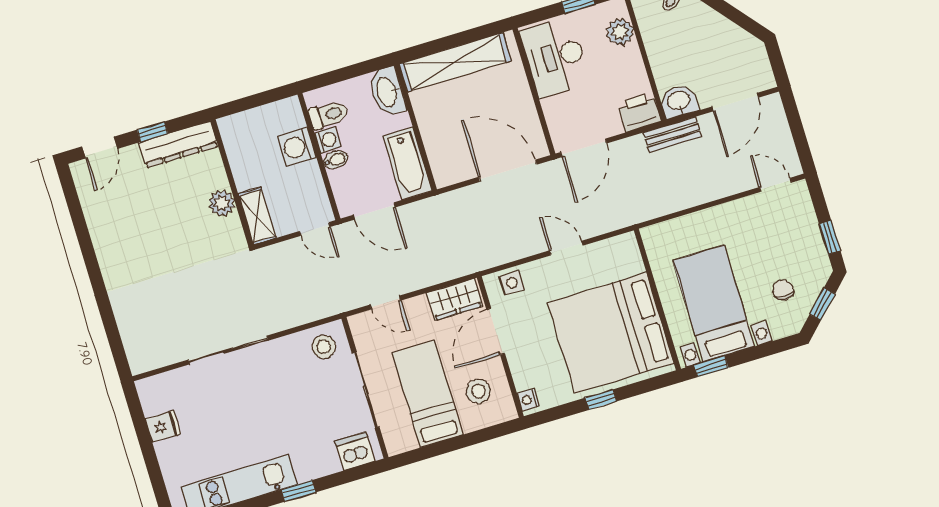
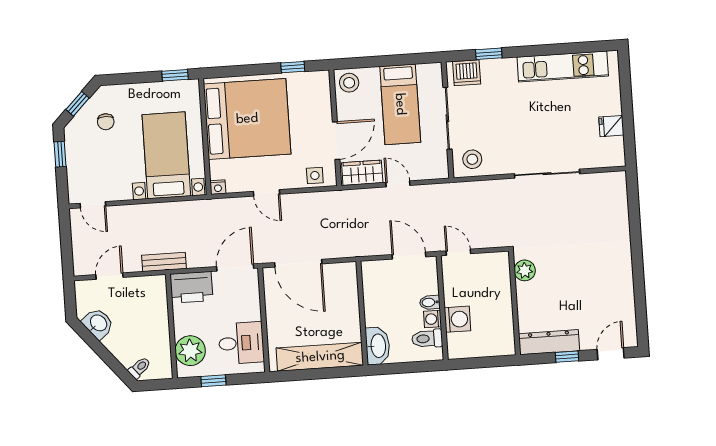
plant: (620, 32) -> (190, 351), width x1.36, depth x1.36
desk: (555, 57) -> (241, 343), width x0.73
washbasin: (679, 101) -> (98, 323), moved, turned -130
door: (735, 102) -> (109, 276), width x0.73
printer: (639, 112) -> (191, 287), width x1.37, depth x1.19
bathtub: (407, 163) -> (375, 287), removed
plant: (222, 203) -> (525, 270), moved
shelving: (257, 216) -> (501, 273), removed
door: (385, 303) -> (398, 184), moved
bed with nightstands: (714, 304) -> (166, 155), moved, turned 180
stool: (478, 391) -> (349, 83), moved
nightstand: (528, 400) -> (218, 187), moved, turned 90
window: (601, 400) -> (293, 67), moved
window: (298, 491) -> (489, 54), moved

